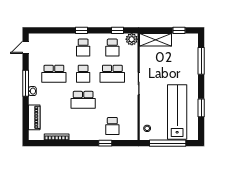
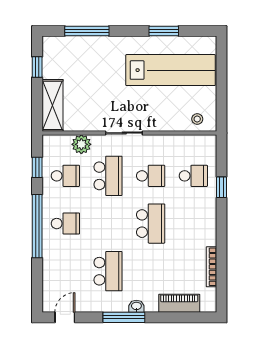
window: (82, 30) -> (37, 226), width x3.17
plant: (132, 39) -> (81, 144), moved
door: (26, 47) -> (65, 317), swing flipped
school desk: (83, 74) -> (151, 176), moved
lab bench: (177, 112) -> (171, 70), turned 180
window: (168, 143) -> (221, 86), removed

